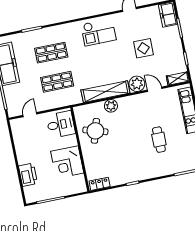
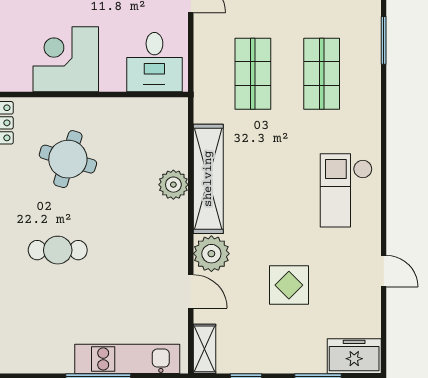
door: (155, 89) -> (191, 291), hinge flipped
round table: (95, 131) -> (68, 159), moved
cafe table: (159, 140) -> (58, 250), moved

